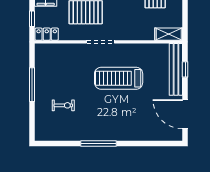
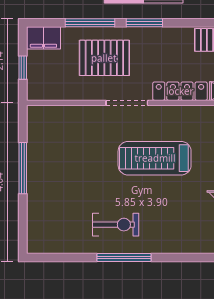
locker: (47, 34) -> (180, 91), moved, width x1.53
exercise bike: (63, 105) -> (116, 225), moved, width x1.38, depth x1.39

